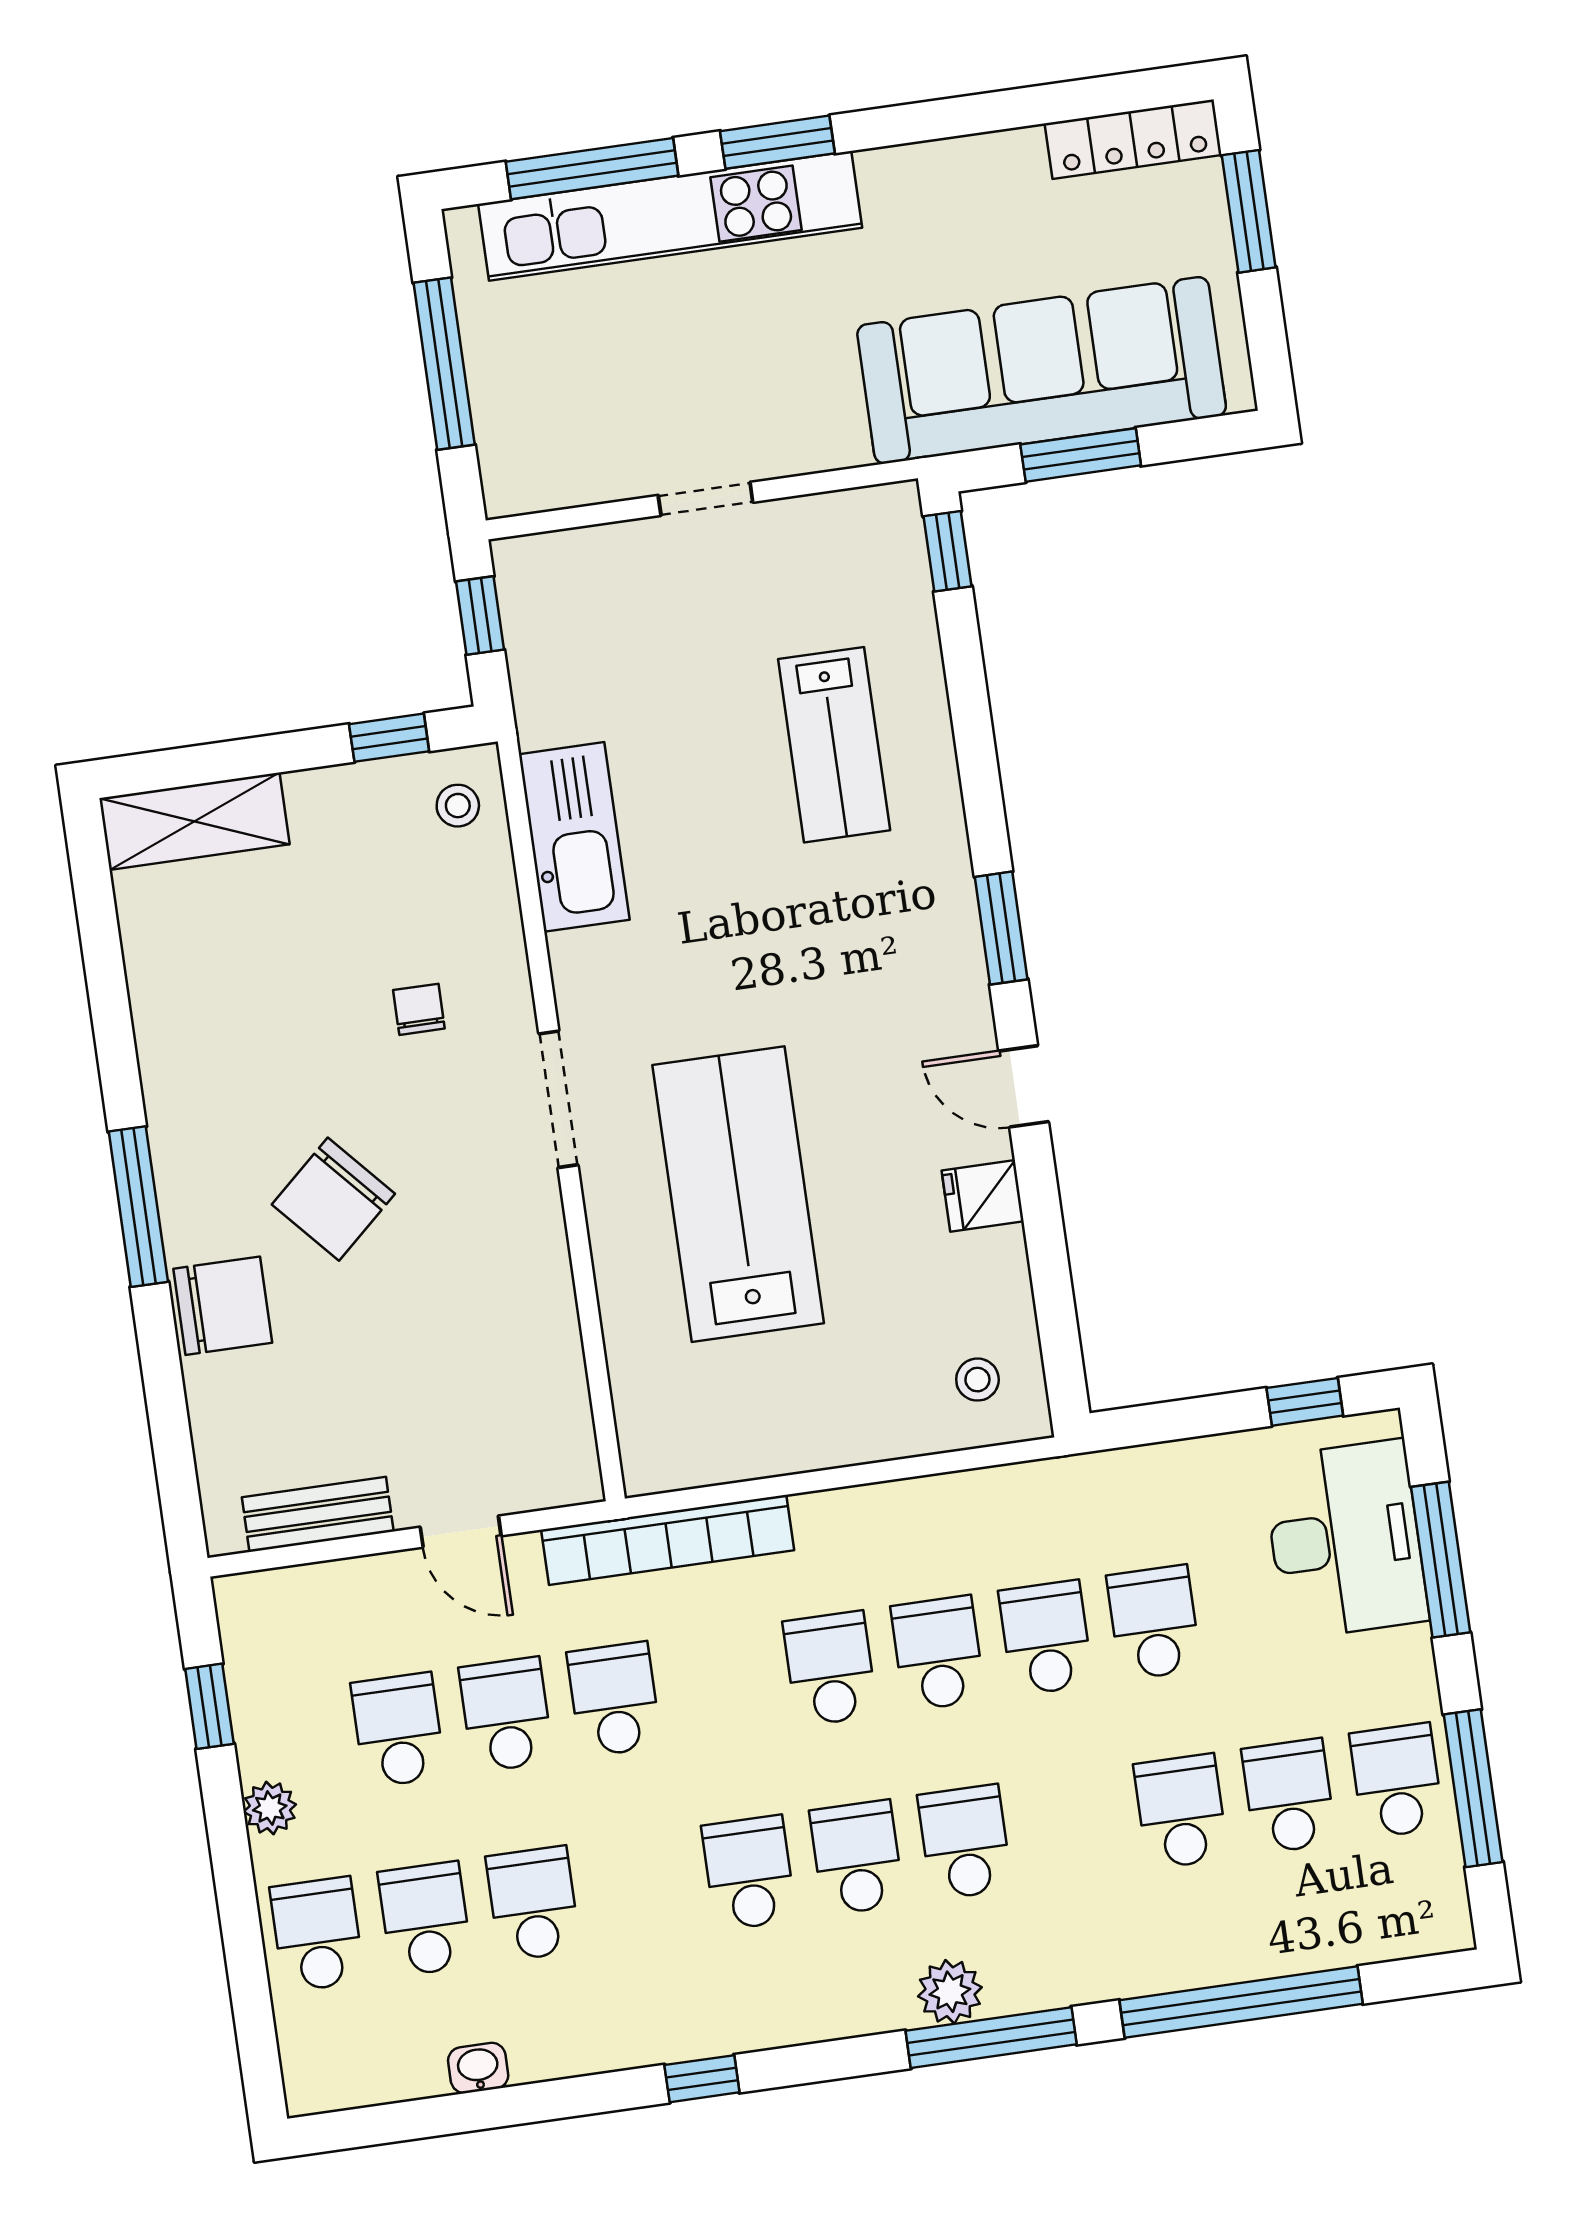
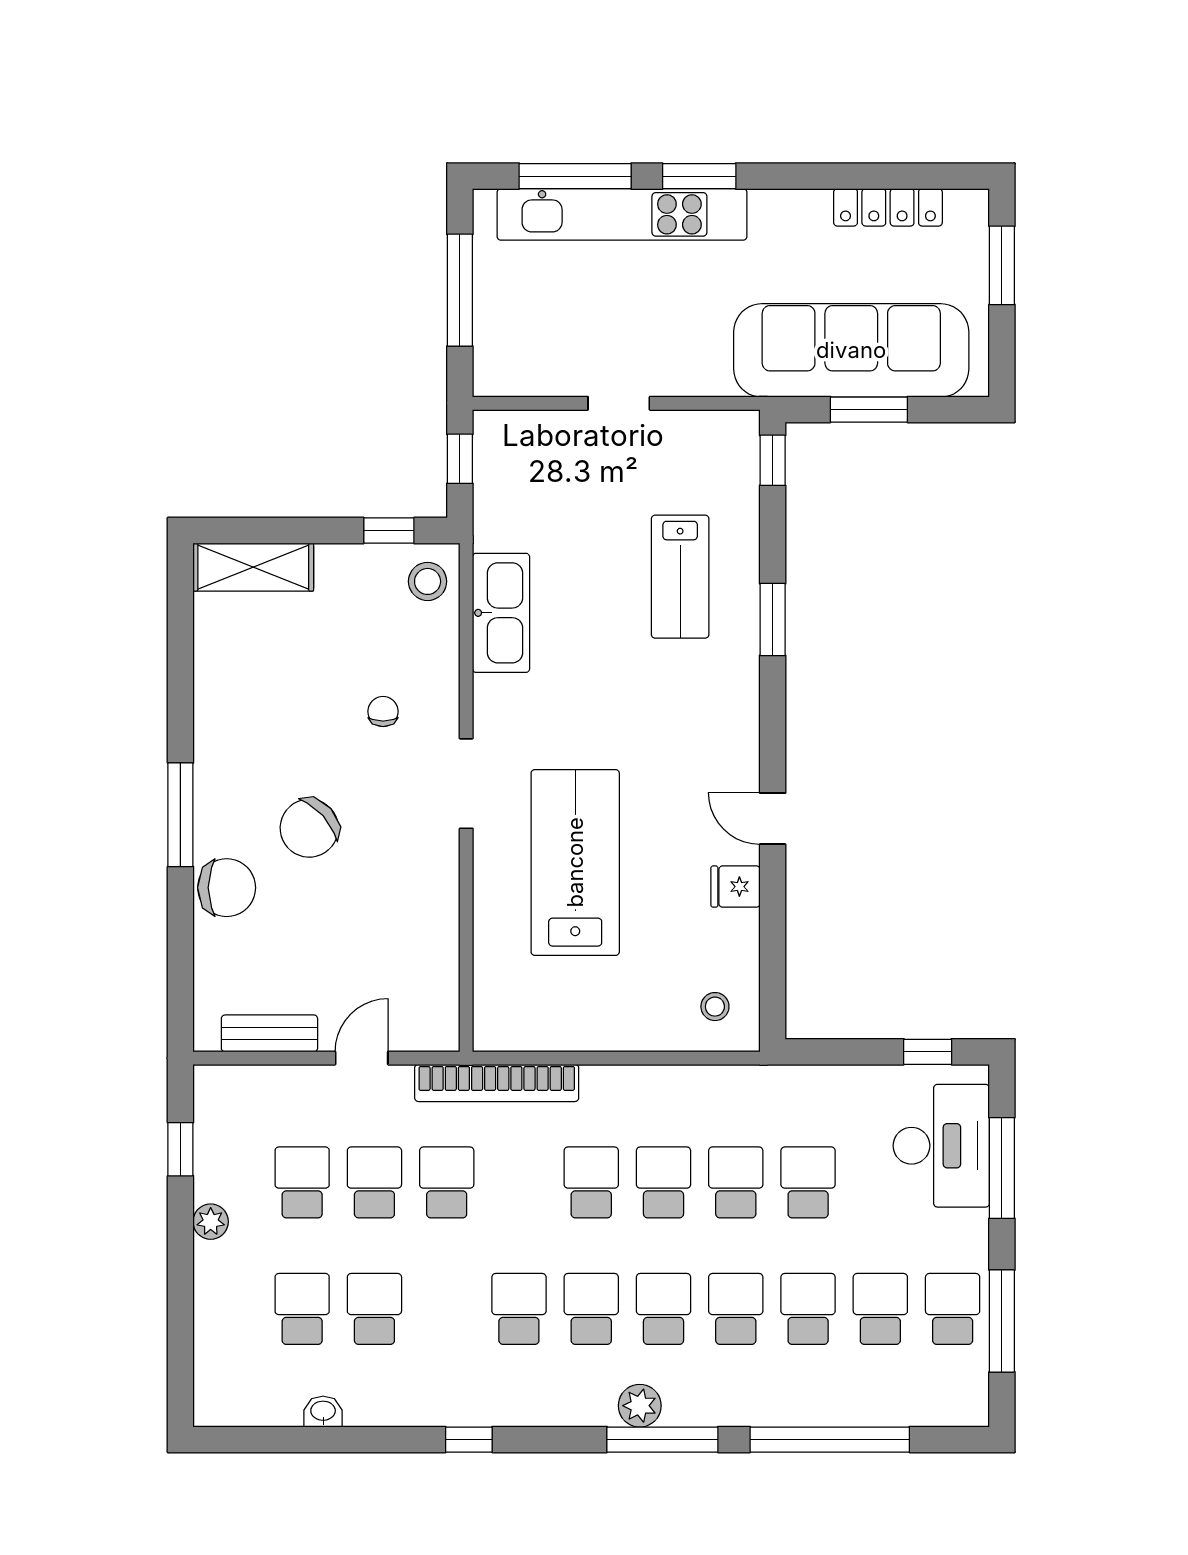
locker: (1133, 139) -> (888, 207), moved
stool: (458, 806) -> (428, 581), width x1.37, depth x1.37
window: (1001, 928) -> (773, 620), moved
door: (461, 1532) -> (362, 1058), swing flipped
school desk: (317, 1934) -> (736, 1309), moved

